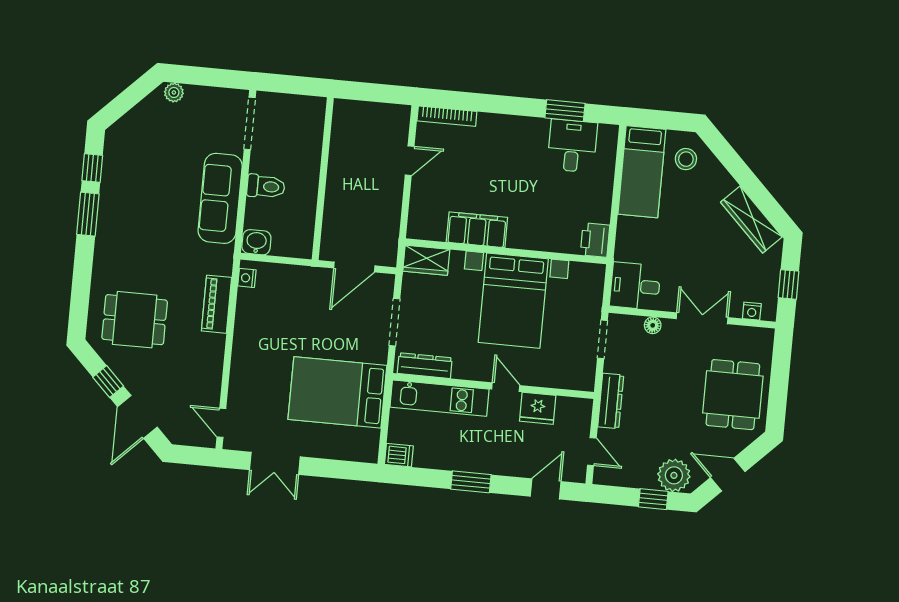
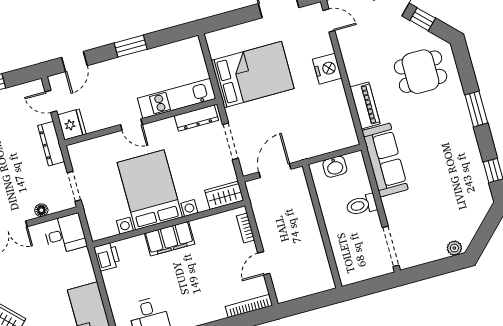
sofa: (220, 198) -> (385, 160), moved
bookcase: (416, 211) -> (245, 228), added
window: (88, 214) -> (476, 109), moved
filing cabinet: (477, 230) -> (170, 239), moved
washbasin: (256, 242) -> (335, 167), moved
nightstand: (247, 278) -> (327, 69), moved, width x1.89, depth x1.79
fridge: (538, 408) -> (72, 124), moved, turned 90
dishwasher: (399, 455) -> (191, 46), removed

